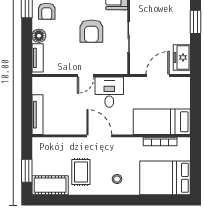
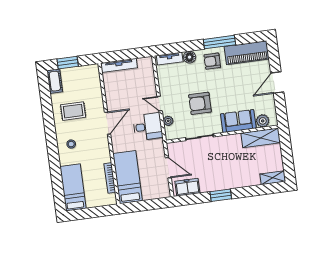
plant: (106, 69) -> (168, 121), added
bed: (165, 178) -> (73, 187), width x0.67
cot: (50, 185) -> (55, 81), width x0.73, depth x0.75

